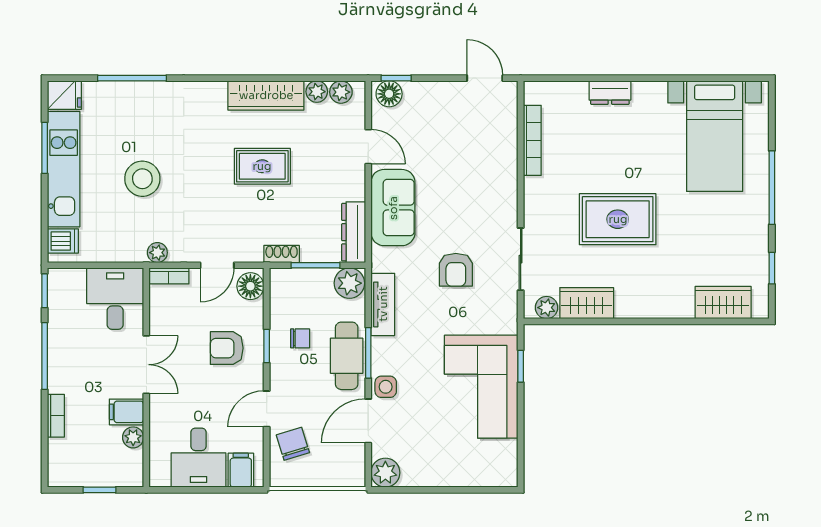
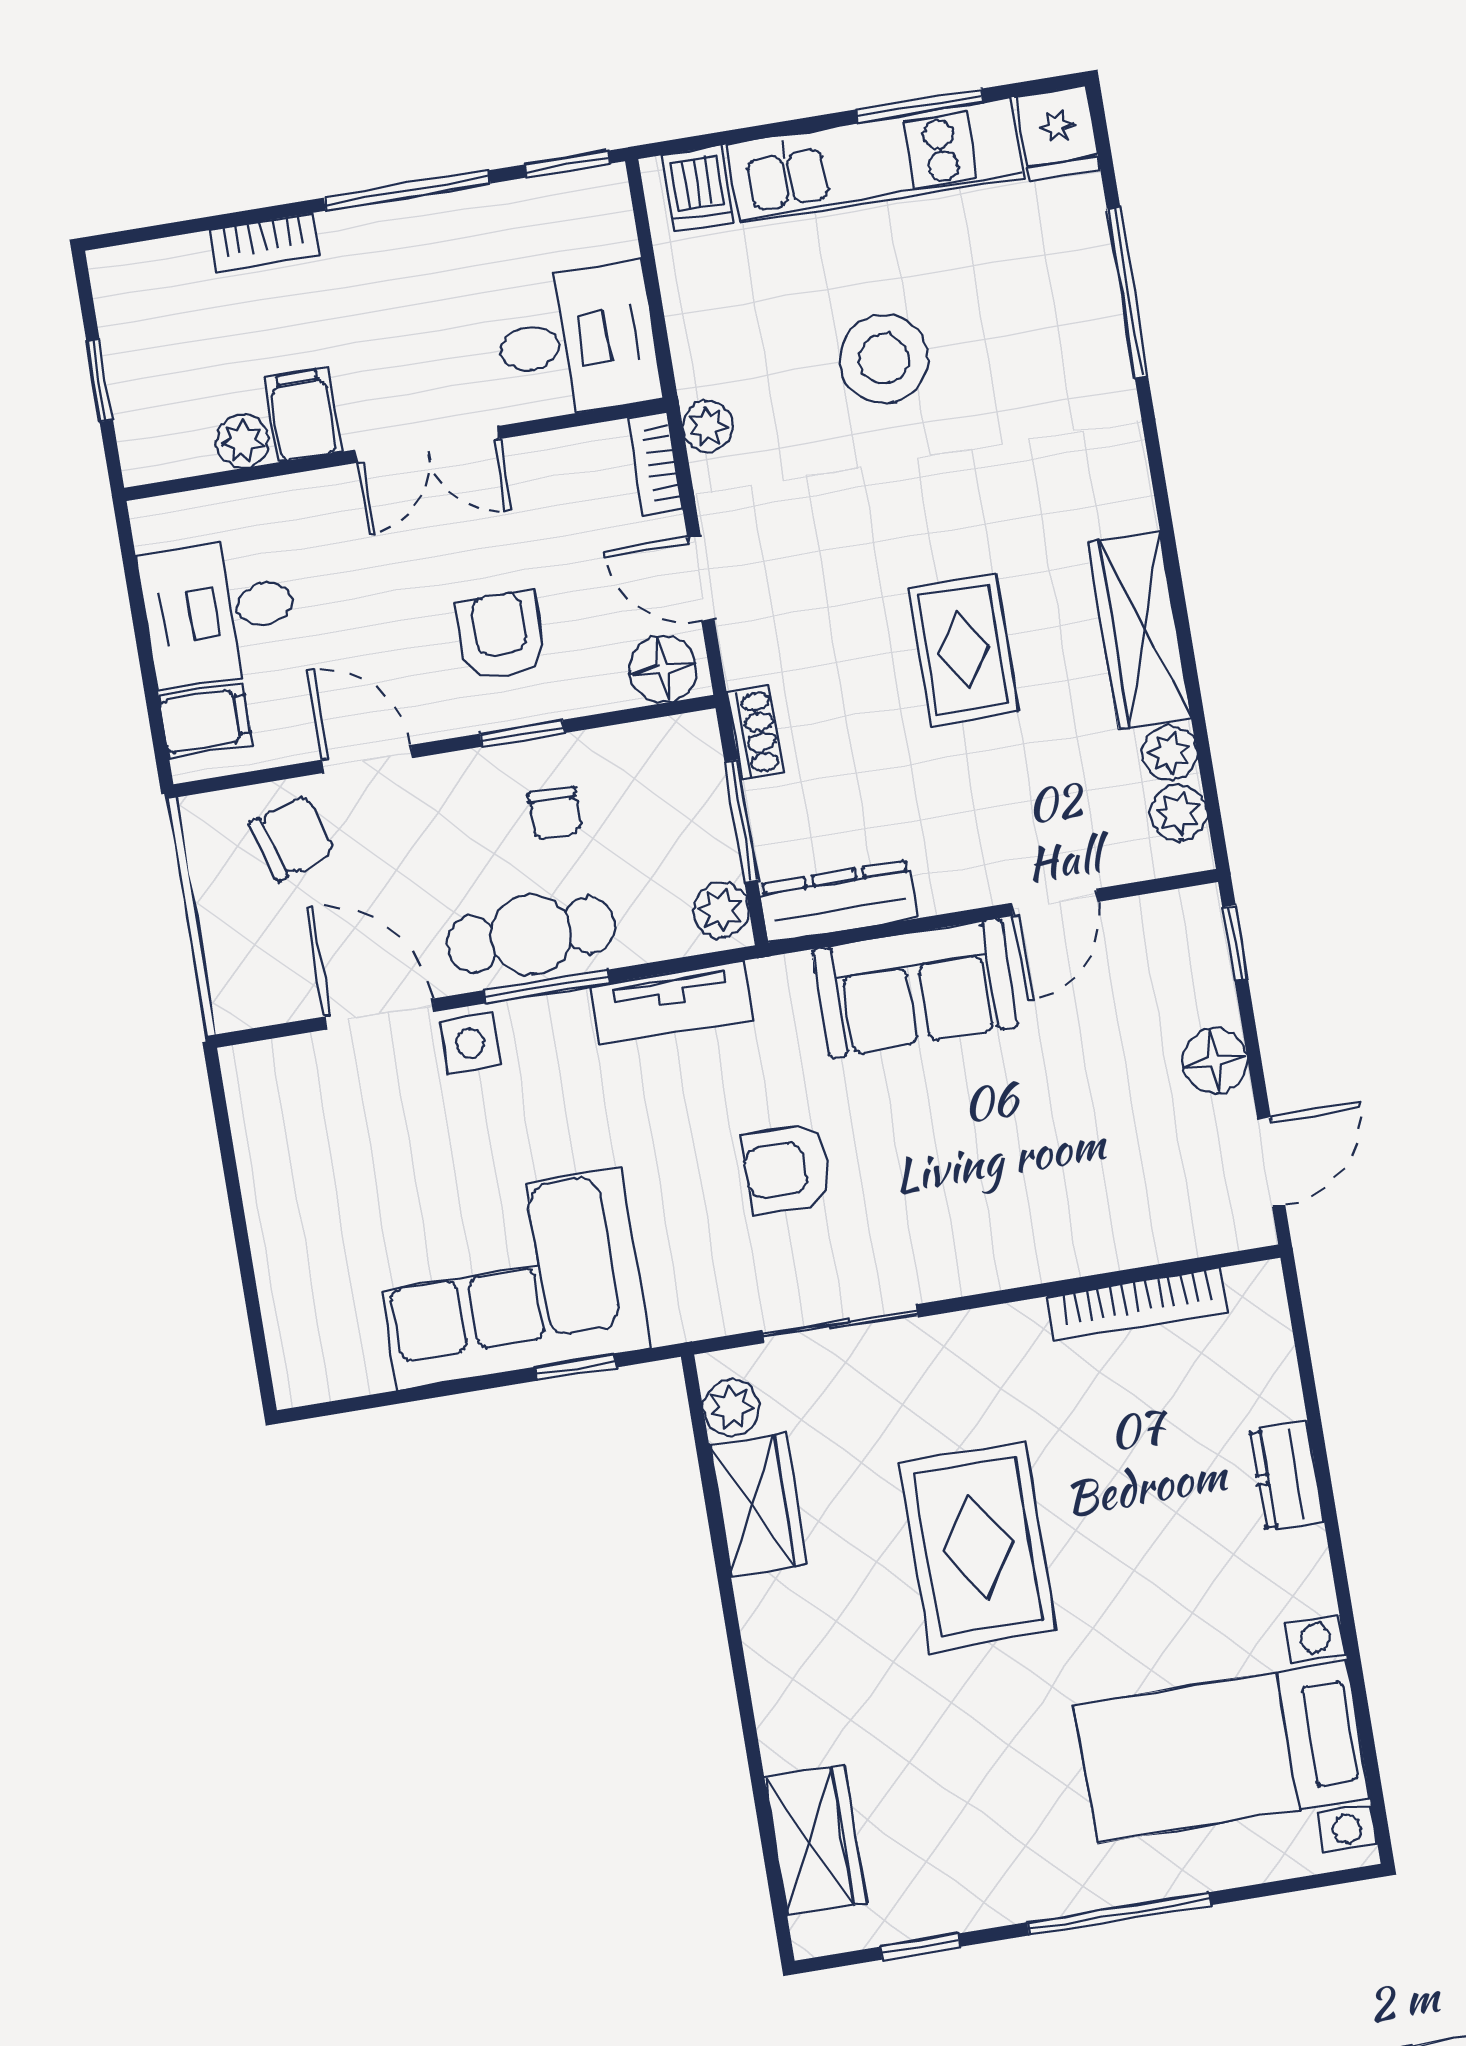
floor lamp: (389, 94) -> (1215, 1061), moved
plant: (349, 283) -> (721, 910), width x0.73, depth x0.73
plant: (385, 473) -> (259, 1078), removed

